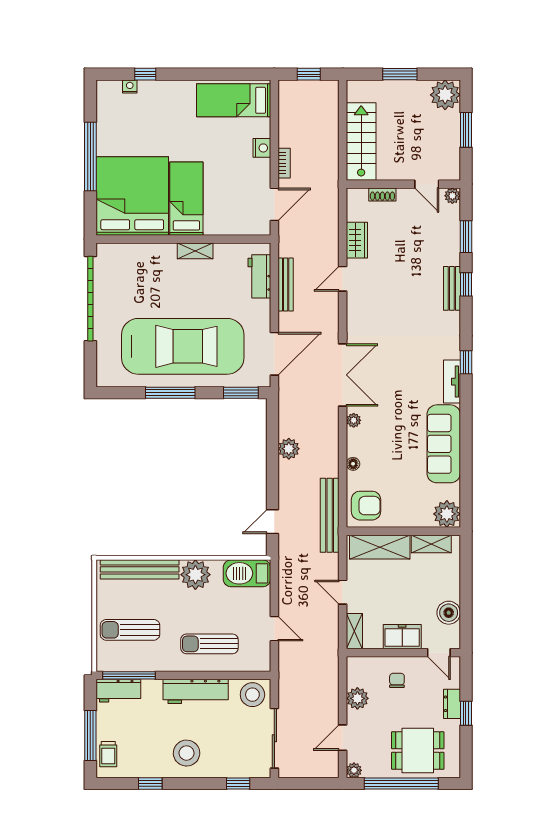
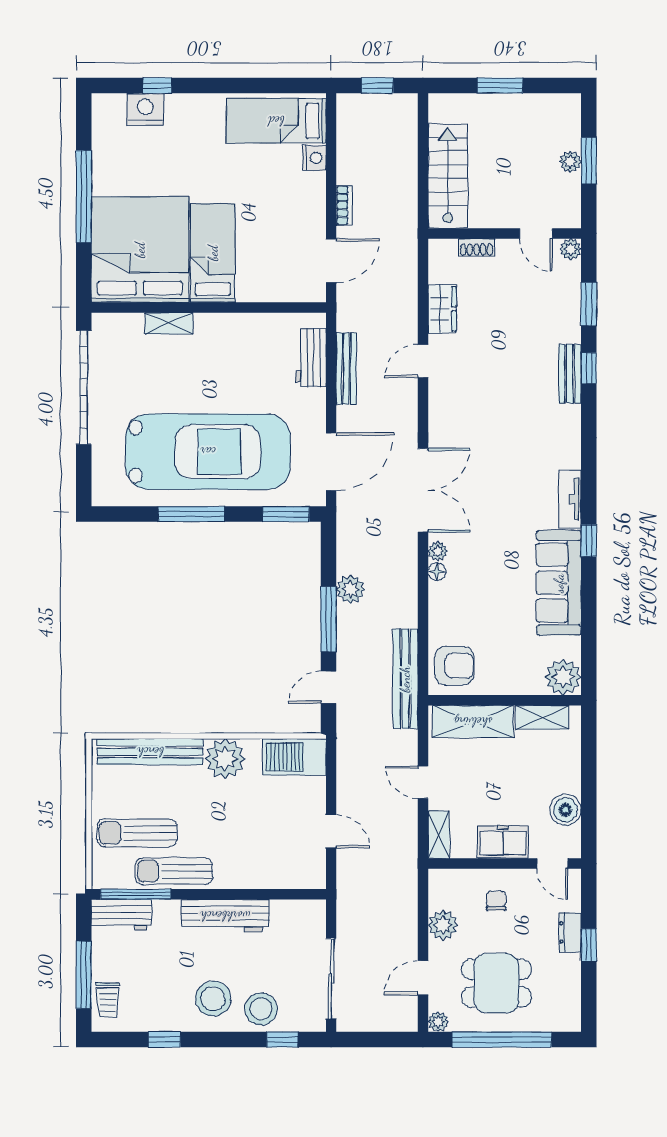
nightstand: (130, 86) -> (145, 109), width x1.89, depth x1.79
plant: (445, 95) -> (570, 162), moved, width x0.53, depth x0.53
nightstand: (262, 148) -> (314, 158), moved
shelving: (195, 251) -> (169, 323), moved
window: (466, 362) -> (589, 541), moved
floor lamp: (353, 464) -> (437, 572), moved
window: (272, 471) -> (329, 619), added
sun lounger: (209, 644) -> (174, 871), moved
stool: (252, 695) -> (261, 1009), moved
dining table: (418, 751) -> (496, 983), moved

